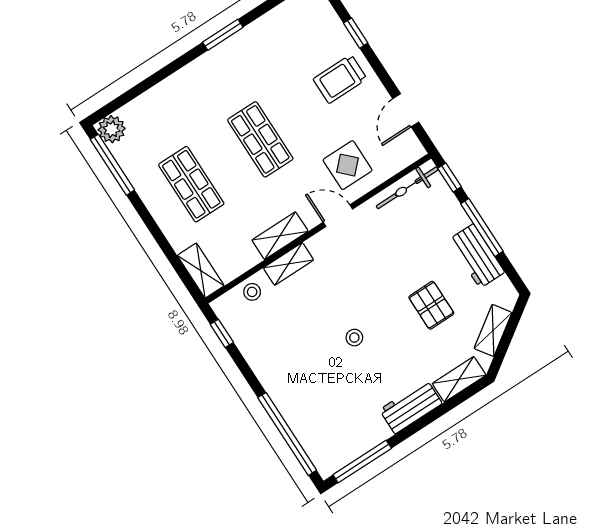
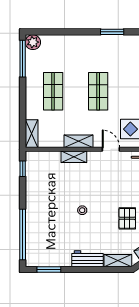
stool: (252, 292) -> (49, 159), removed
window: (362, 462) -> (49, 269), width x0.69

